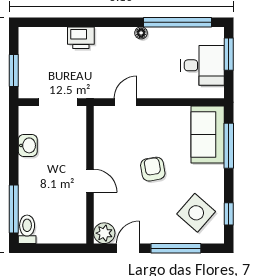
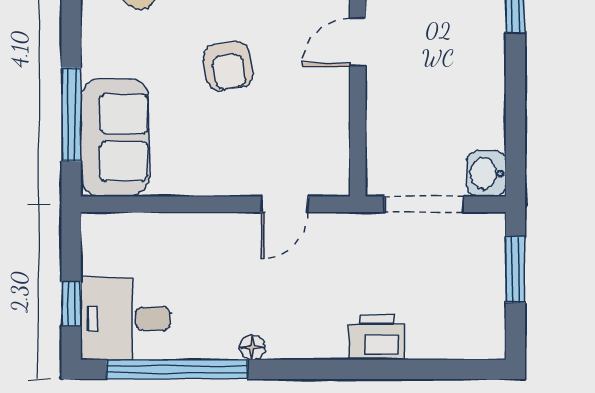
window: (229, 54) -> (71, 304), width x0.67
desk: (203, 65) -> (125, 319), moved
washbasin: (28, 145) -> (486, 174), moved
door: (90, 181) -> (358, 42), hinge flipped

